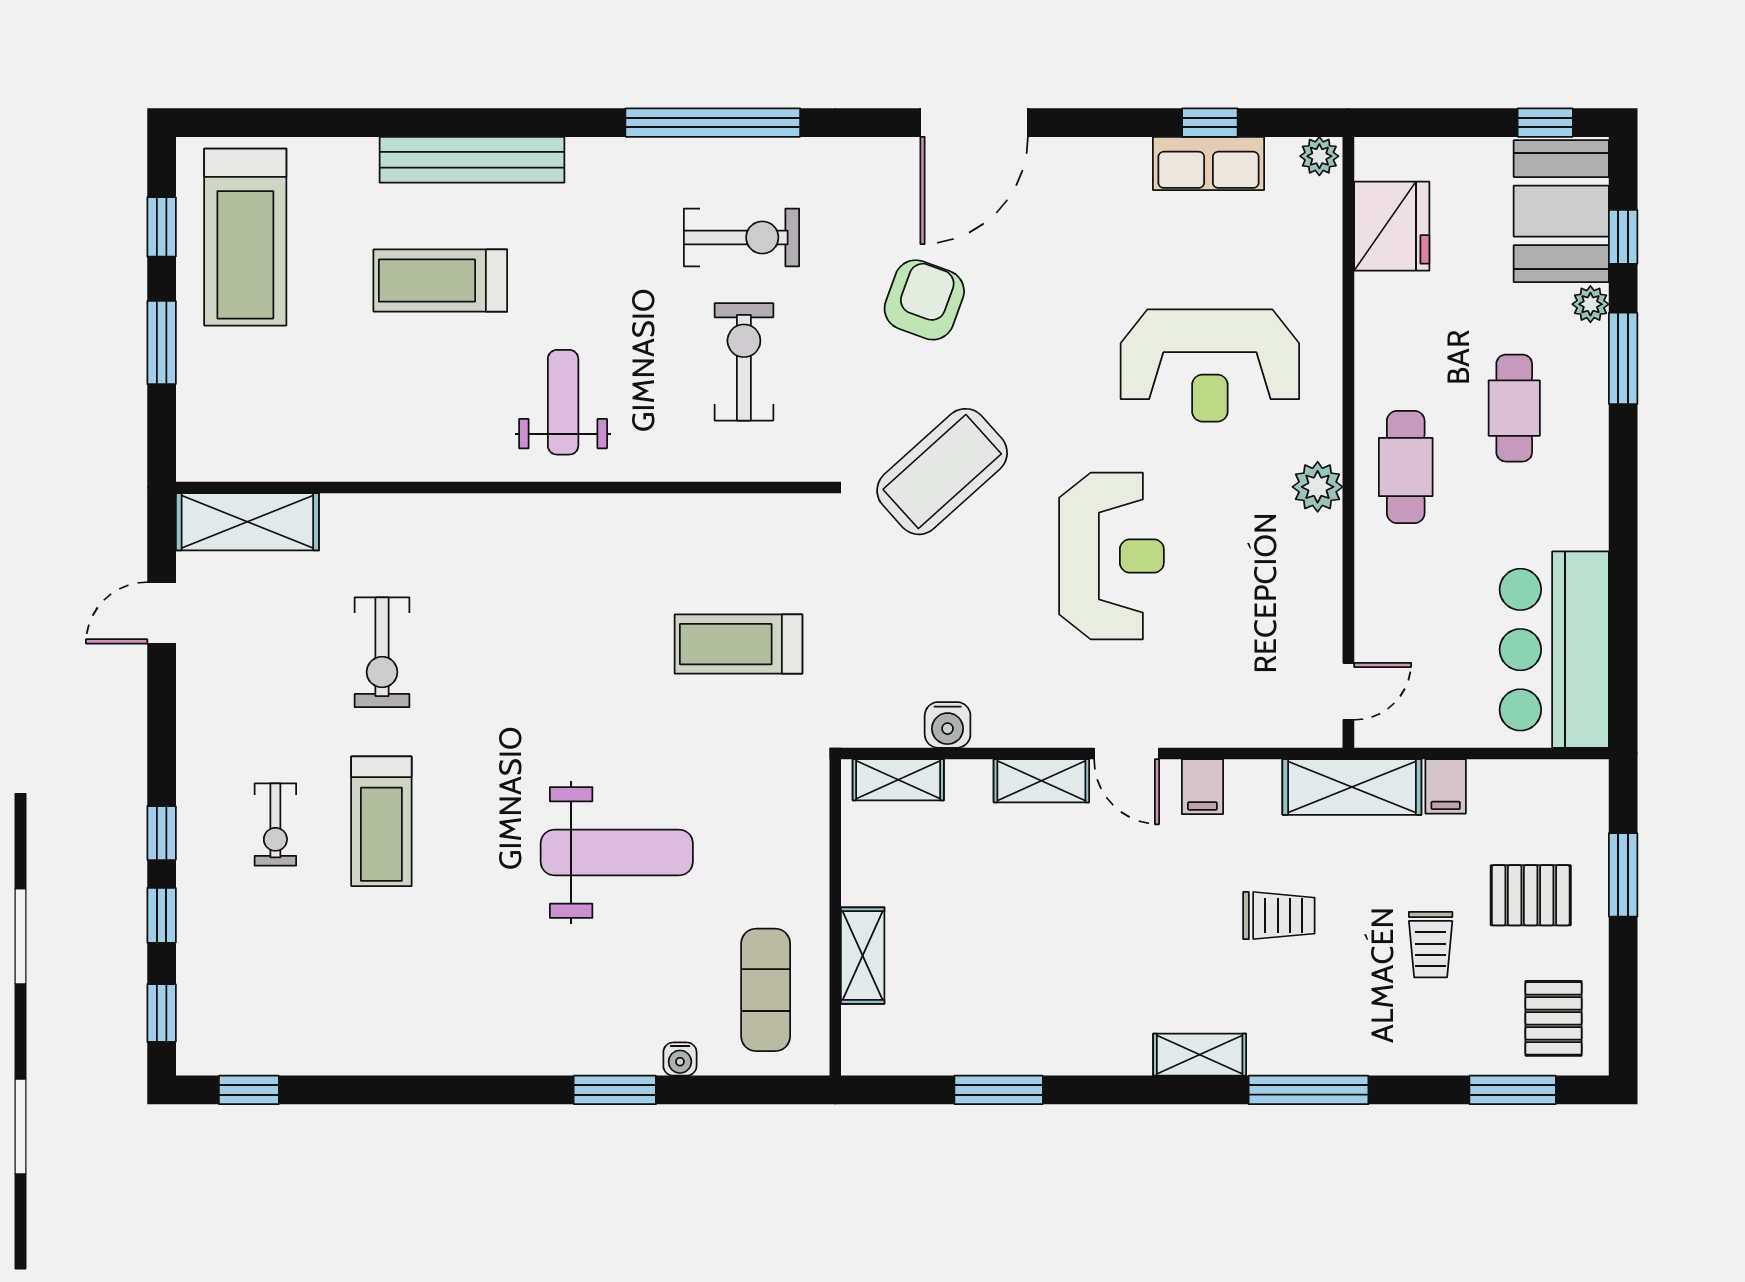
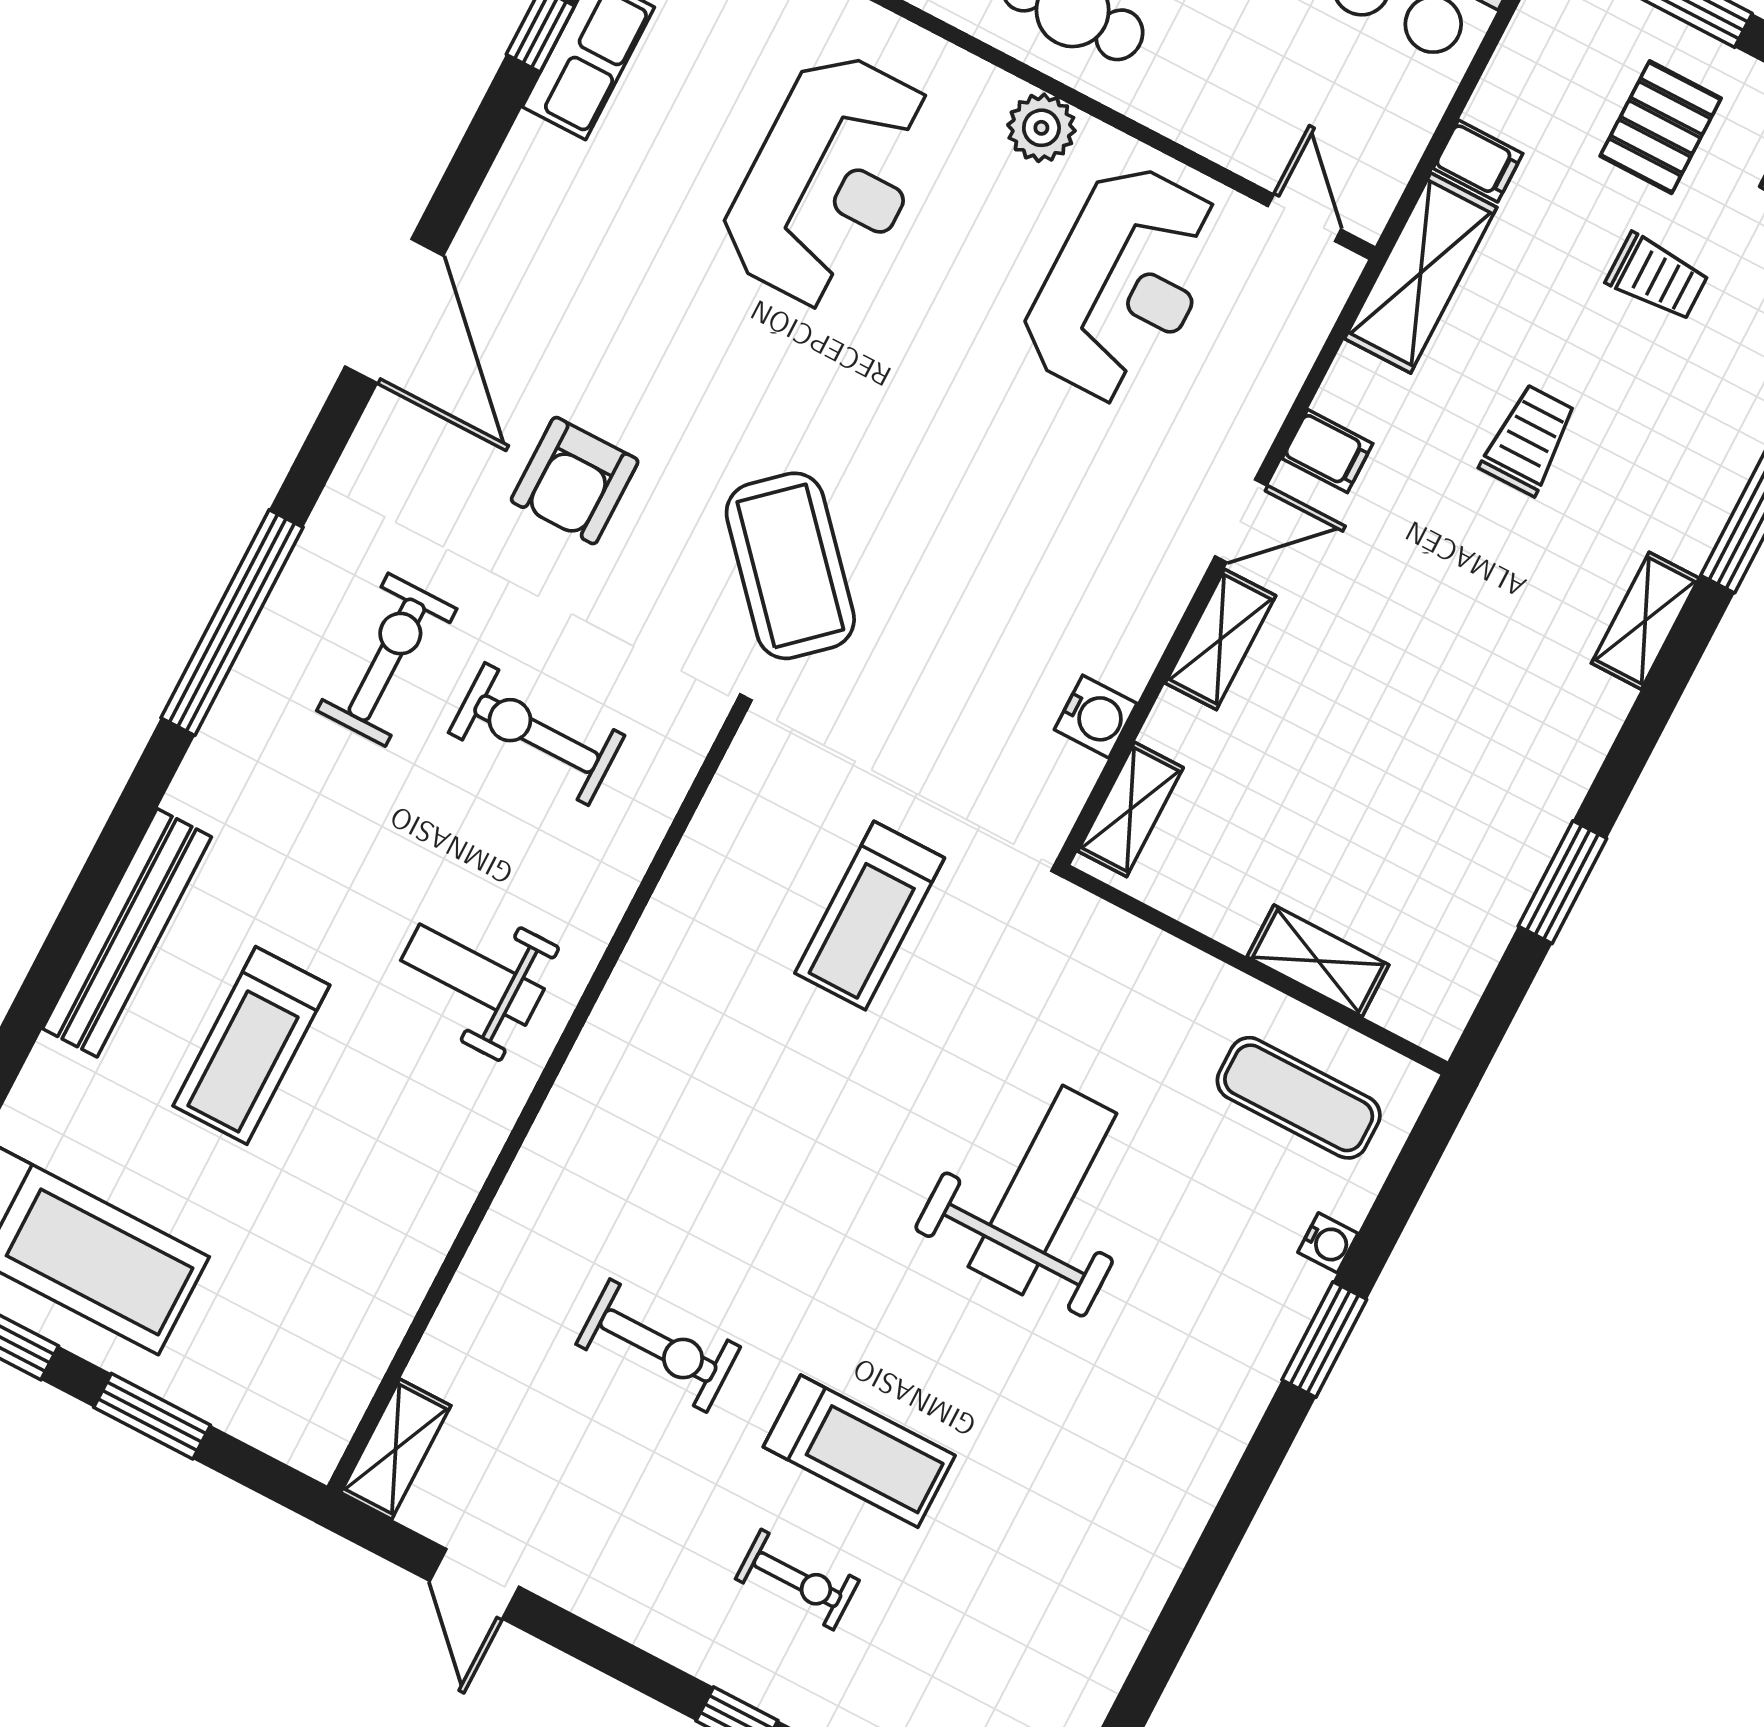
armchair: (924, 300) -> (575, 481), turned -110
shelving: (247, 522) -> (396, 1449), width x0.67, depth x0.75
reception desk: (1111, 556) -> (1124, 284), moved, turned 90

